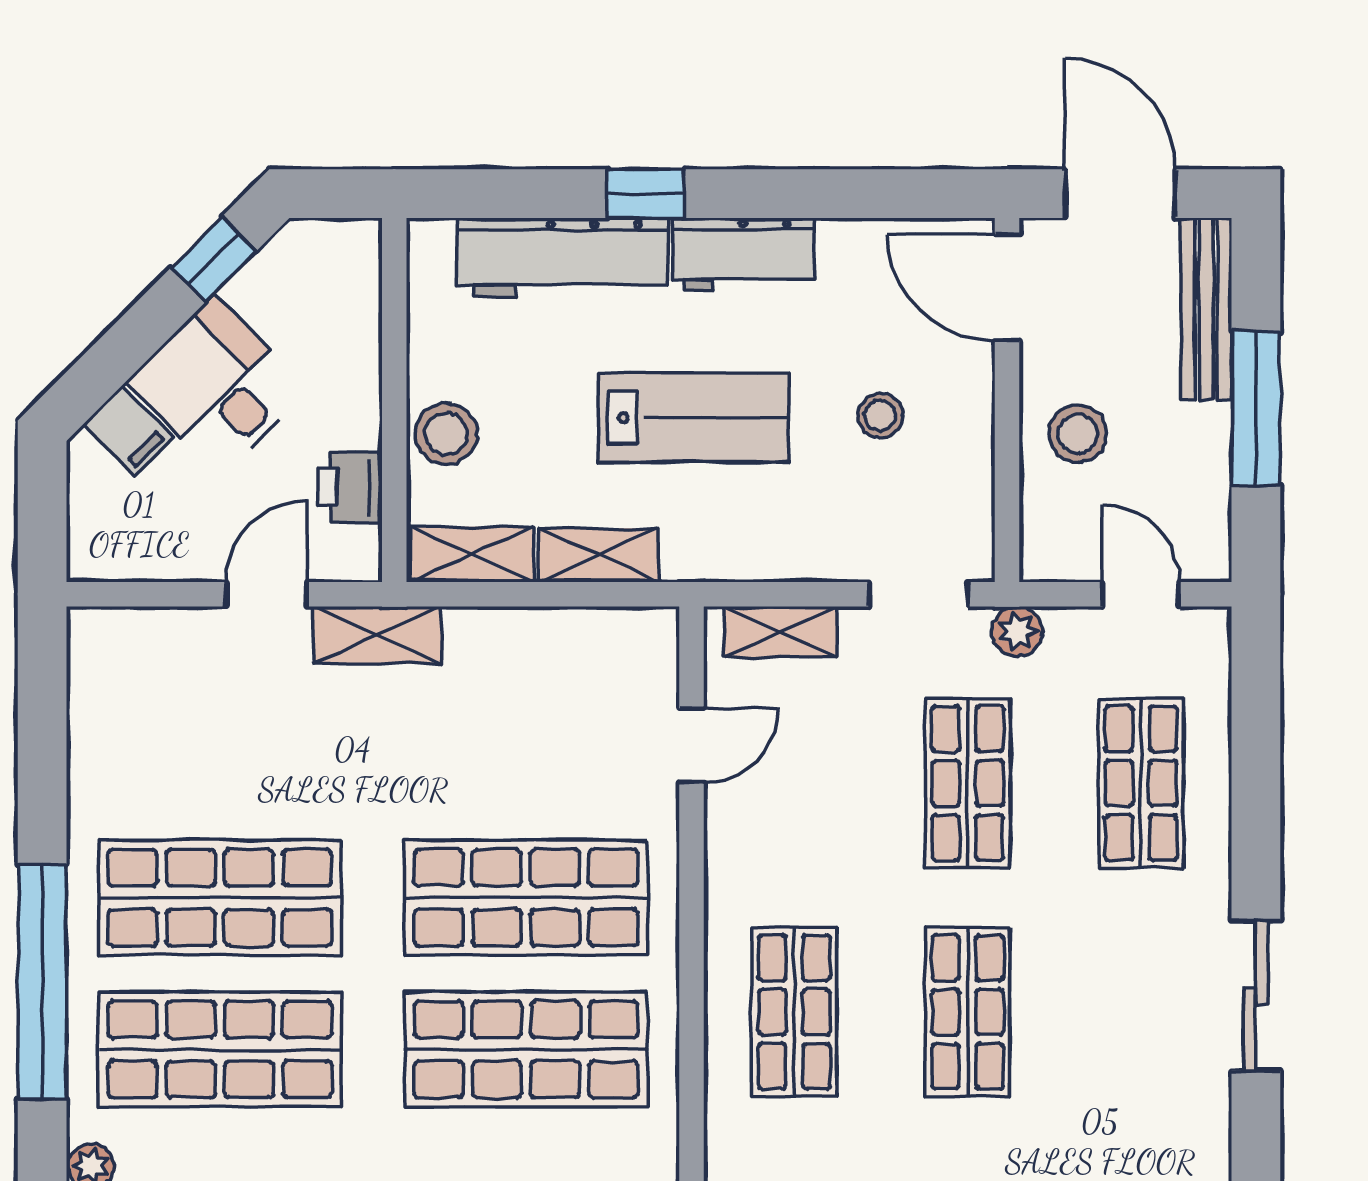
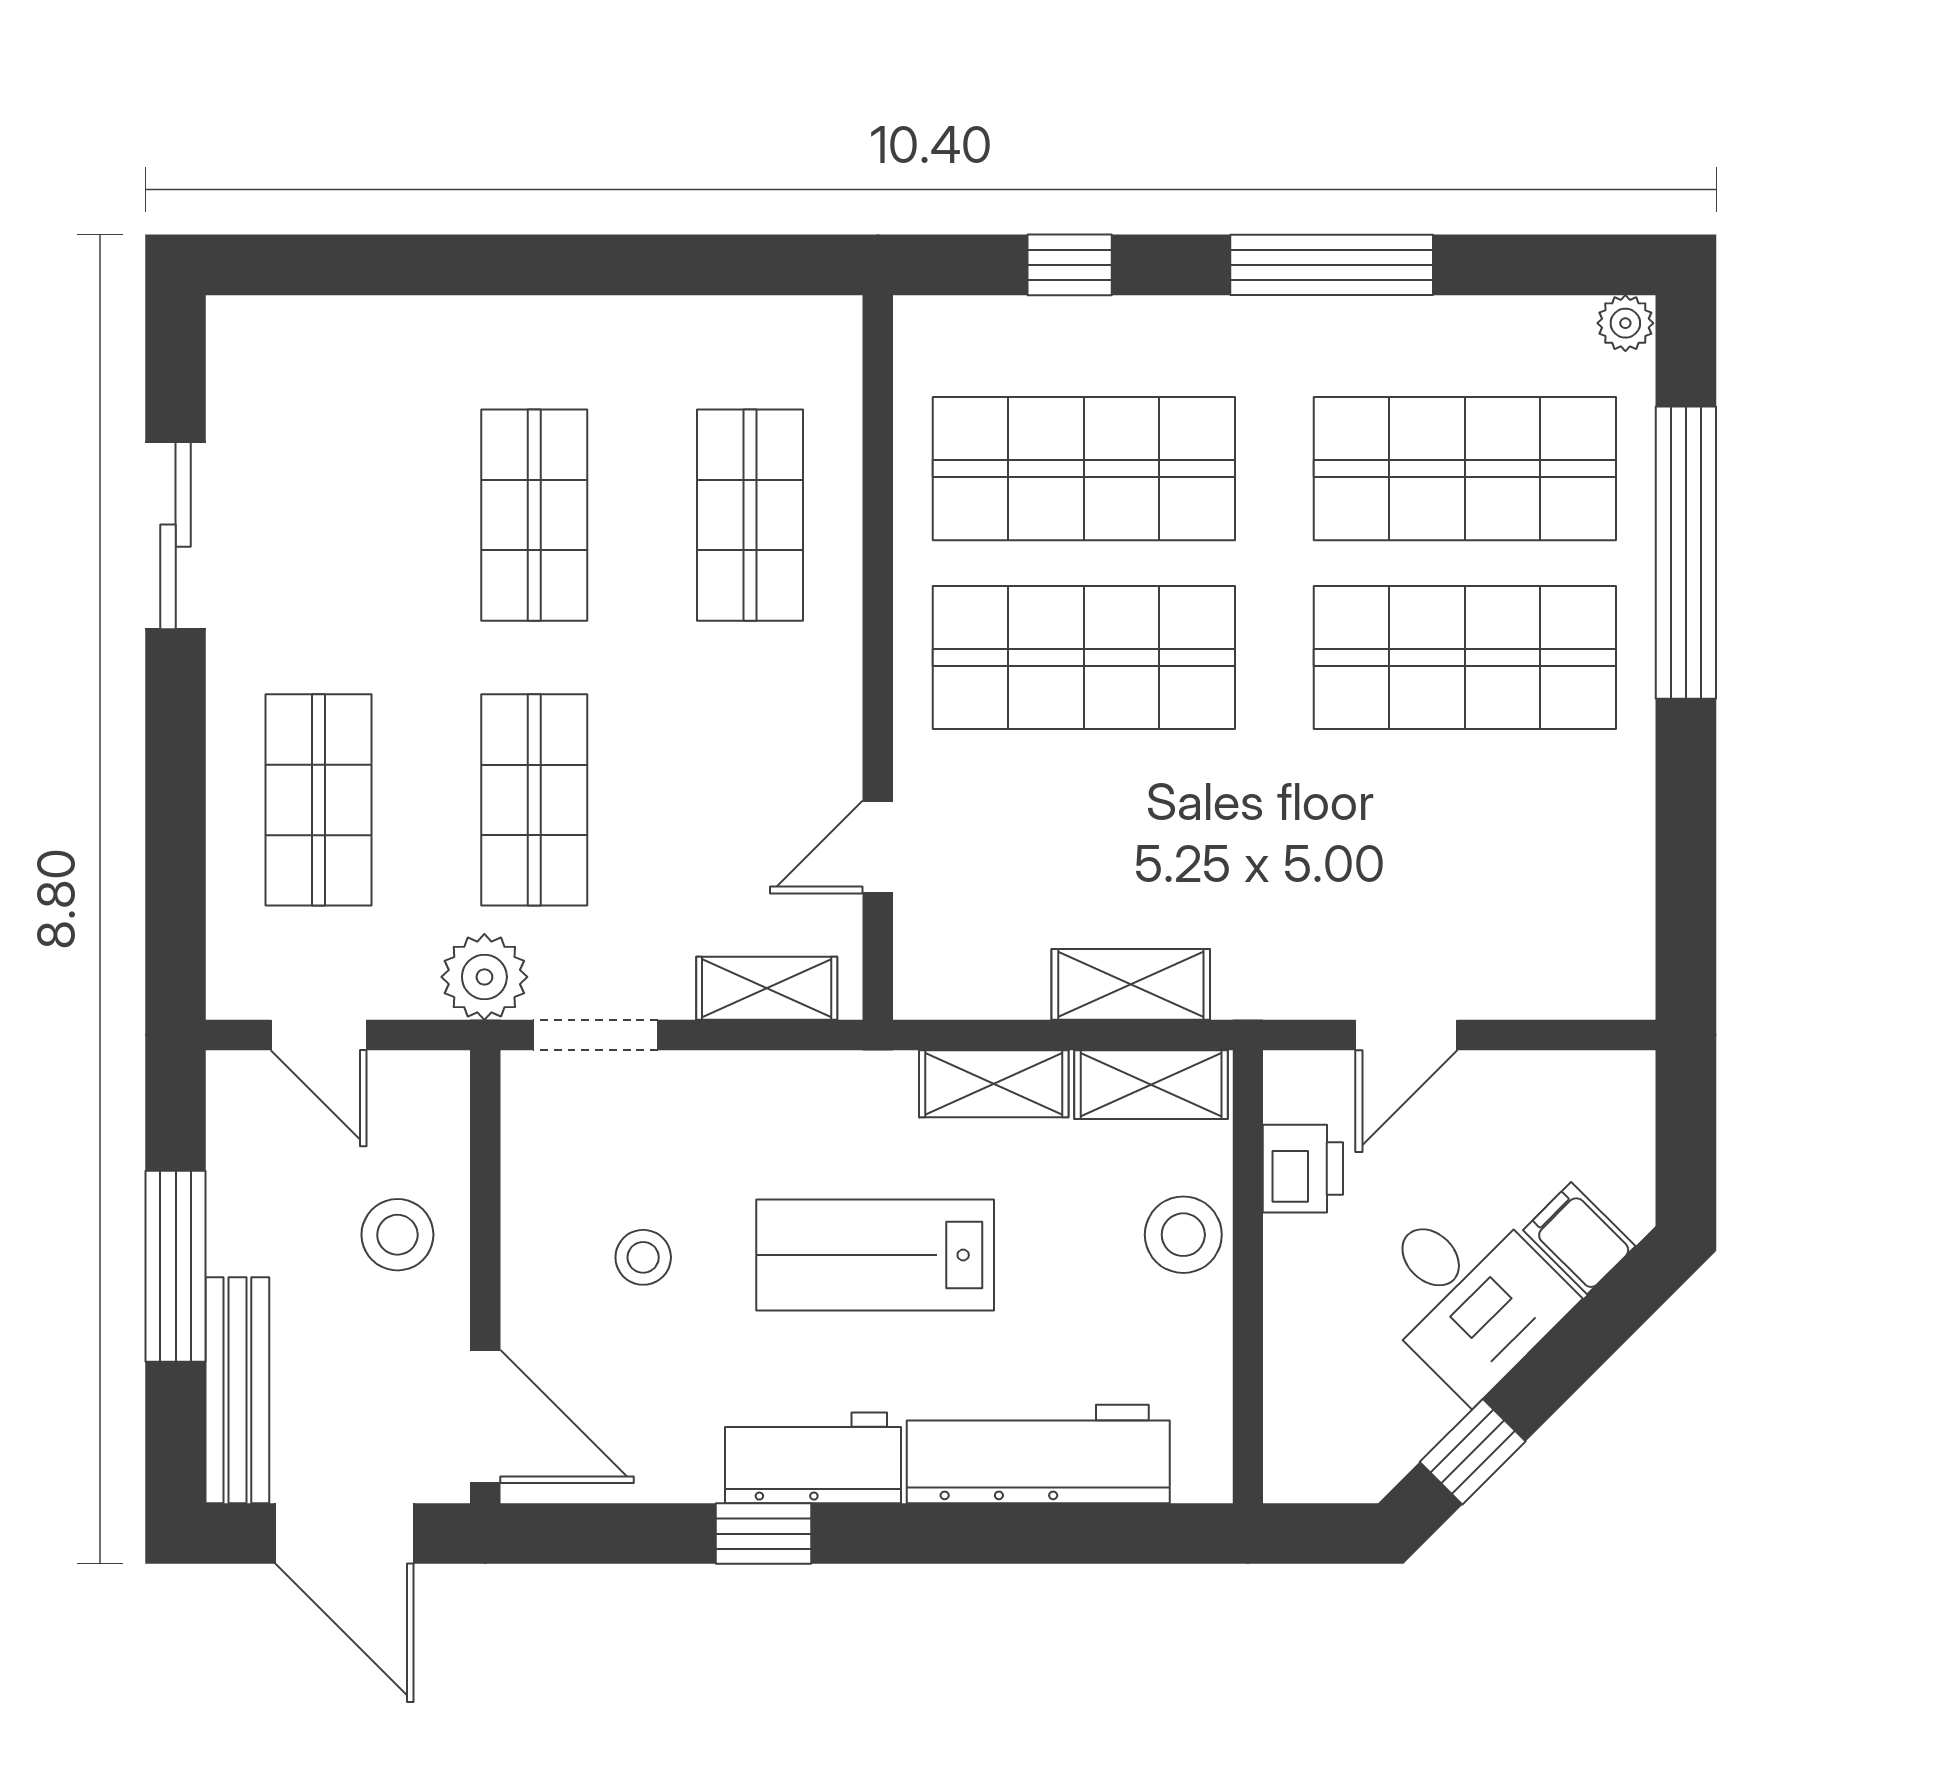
window: (645, 194) -> (764, 1534), moved
plant: (1017, 631) -> (484, 977), width x1.38, depth x1.38
shelving: (377, 635) -> (1131, 984), moved

